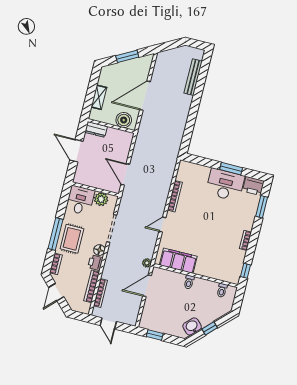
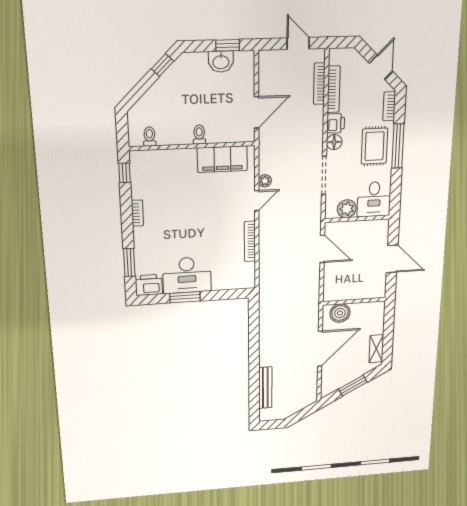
shelving: (99, 97) -> (376, 349), moved
dresser: (96, 129) -> (373, 292), removed
plant: (147, 263) -> (265, 181), moved
washbasin: (192, 327) -> (221, 62), moved, turned 45
window: (210, 328) -> (163, 65), moved

